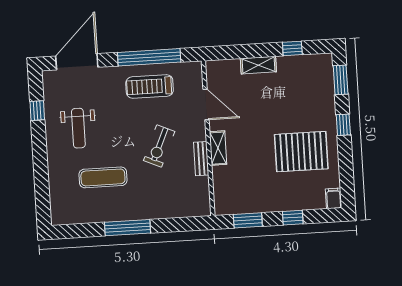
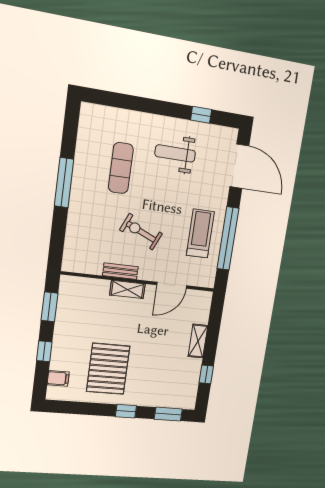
filing cabinet: (334, 198) -> (58, 378), moved

